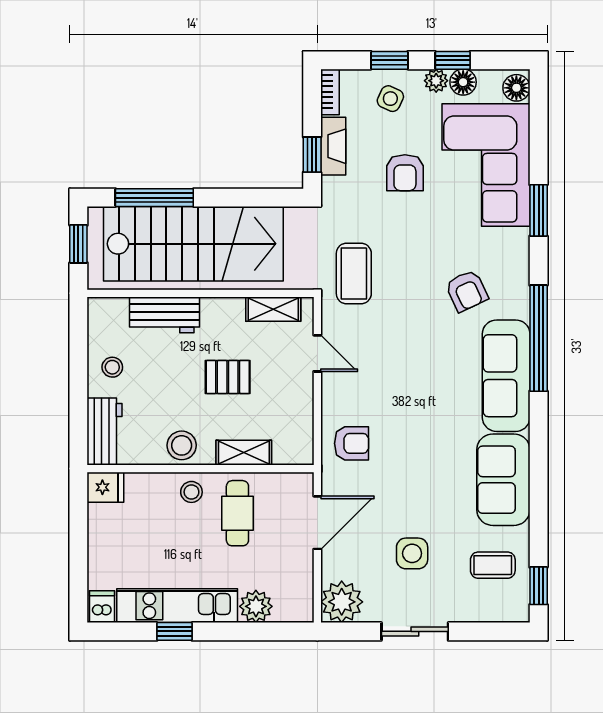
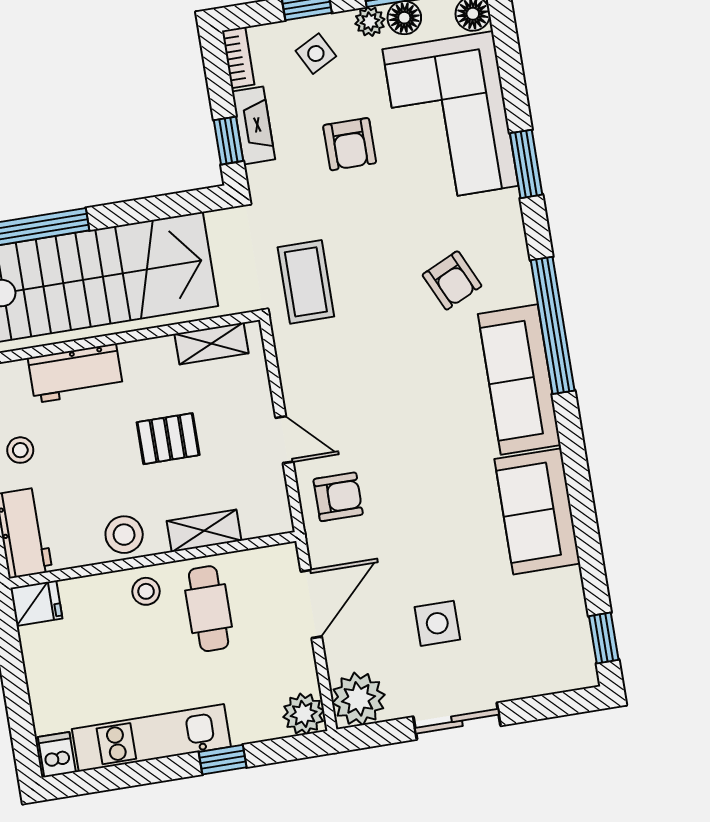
side table: (390, 99) -> (316, 54), turned 37
door: (317, 353) -> (284, 440), moved
coffee table: (493, 565) -> (542, 621), removed
plant: (256, 606) -> (304, 714), moved
window: (175, 631) -> (223, 760), moved

